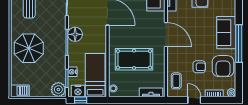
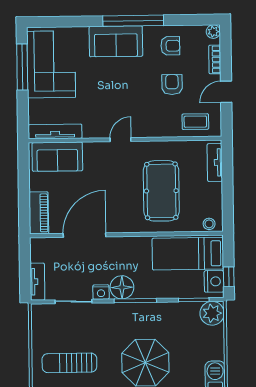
door: (166, 35) -> (120, 140), width x0.53
armchair: (223, 66) -> (170, 46), width x0.53, depth x0.53
nightstand: (72, 72) -> (101, 292), moved

